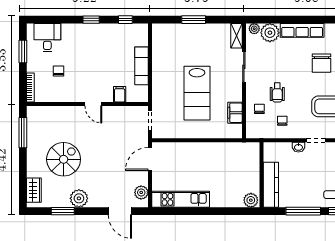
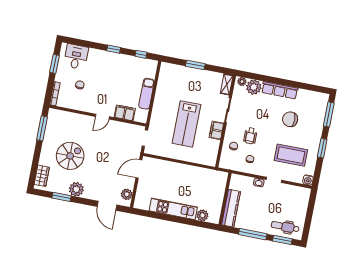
chair: (322, 63) -> (290, 119), turned 90
filing cabinet: (120, 94) -> (125, 113), width x2.00
door: (93, 104) -> (102, 117), hinge flipped
filing cabinet: (235, 113) -> (216, 130), moved
kitchen unit: (181, 199) -> (173, 209), moved
plant: (251, 200) -> (202, 215), moved

